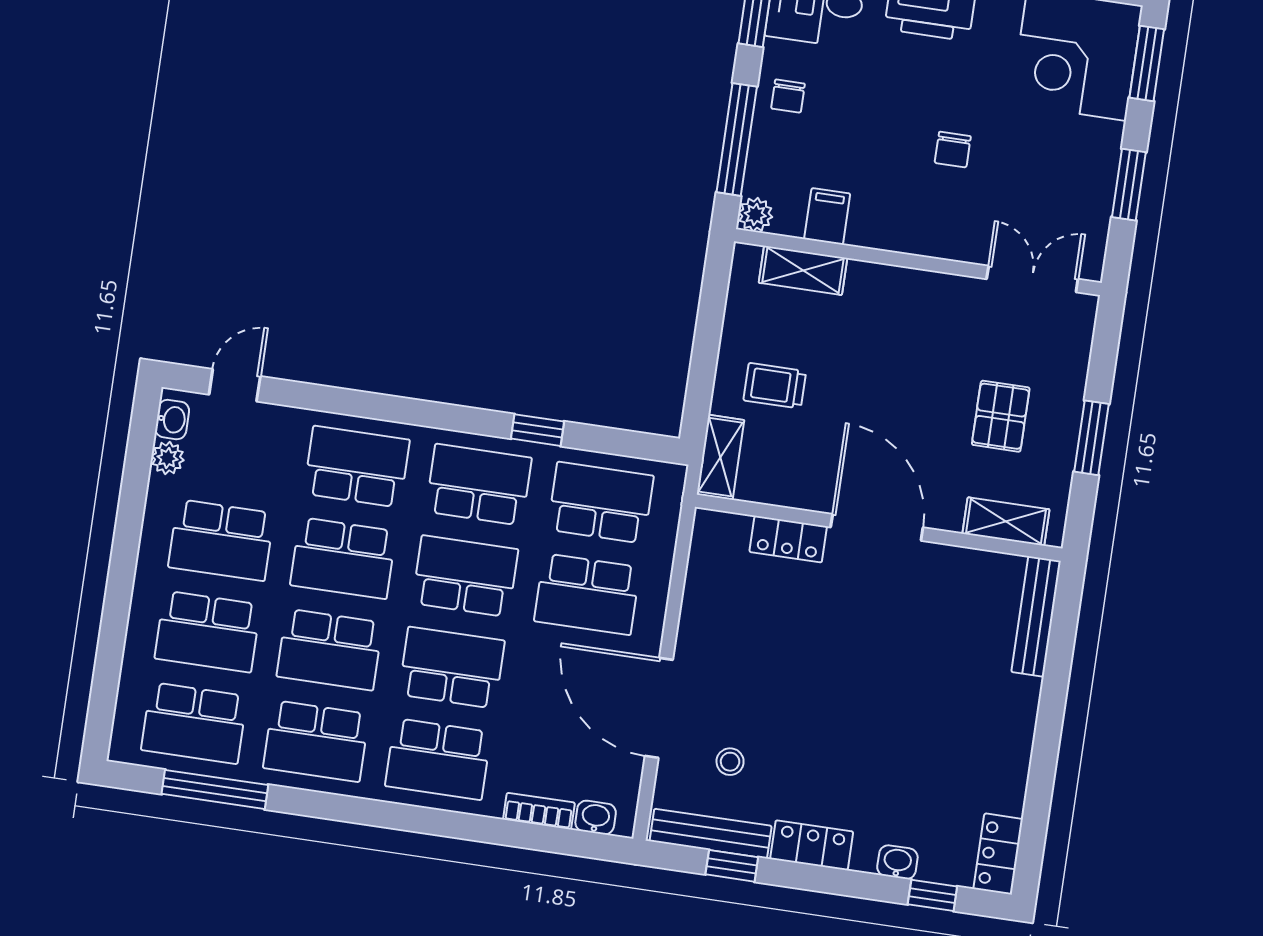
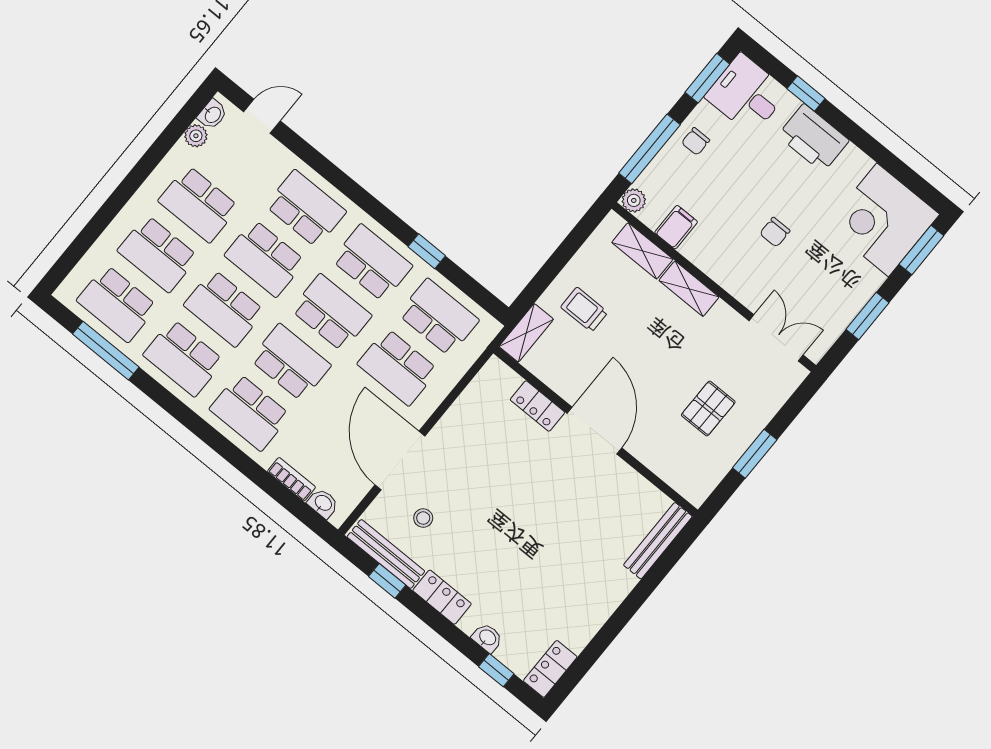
shelving: (1006, 522) -> (689, 289), moved

